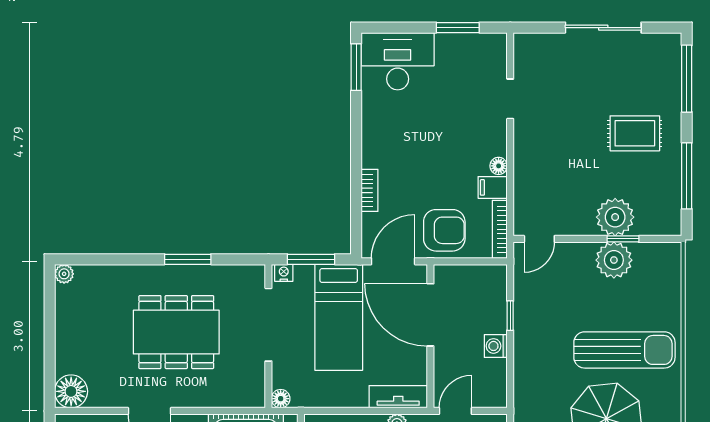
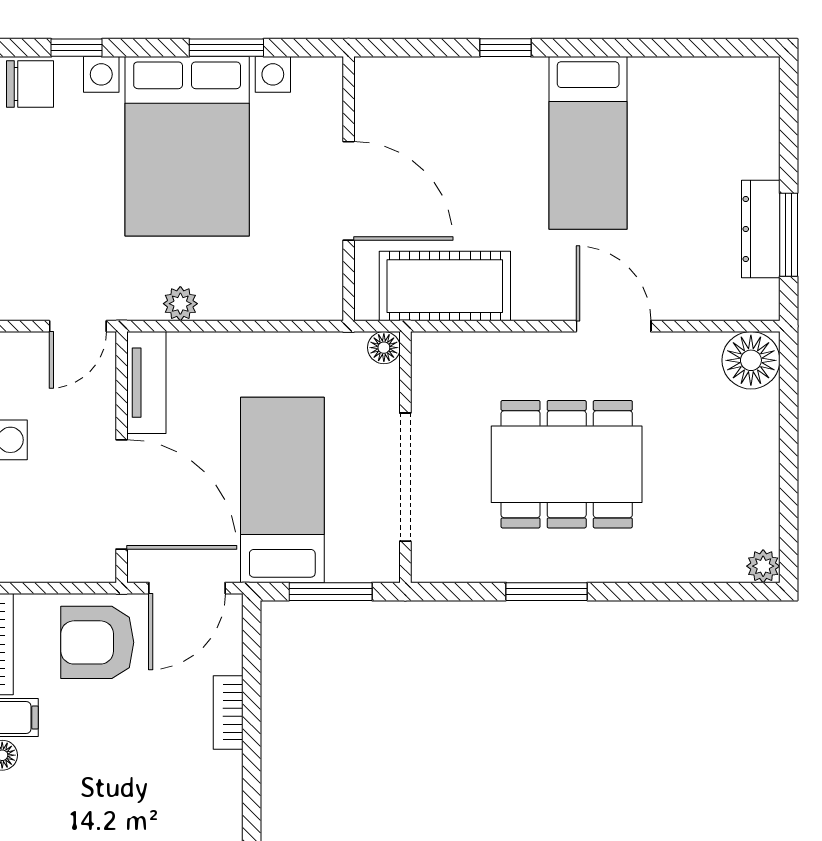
nightstand: (284, 273) -> (378, 568), removed
tv unit: (398, 397) -> (146, 383), moved, turned -90

